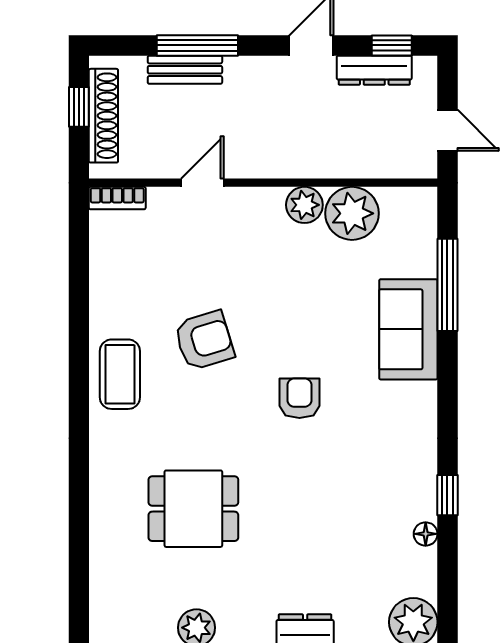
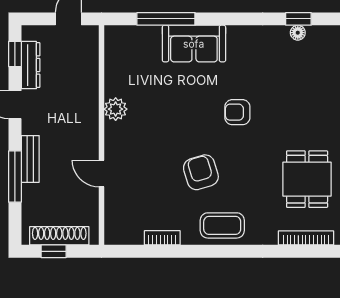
bench: (185, 70) -> (30, 159), moved
bookcase: (117, 198) -> (162, 238), moved, turned -90
plant: (352, 213) -> (121, 79), removed
bookcase: (100, 507) -> (306, 238), added
floor lamp: (426, 534) -> (298, 33), moved

